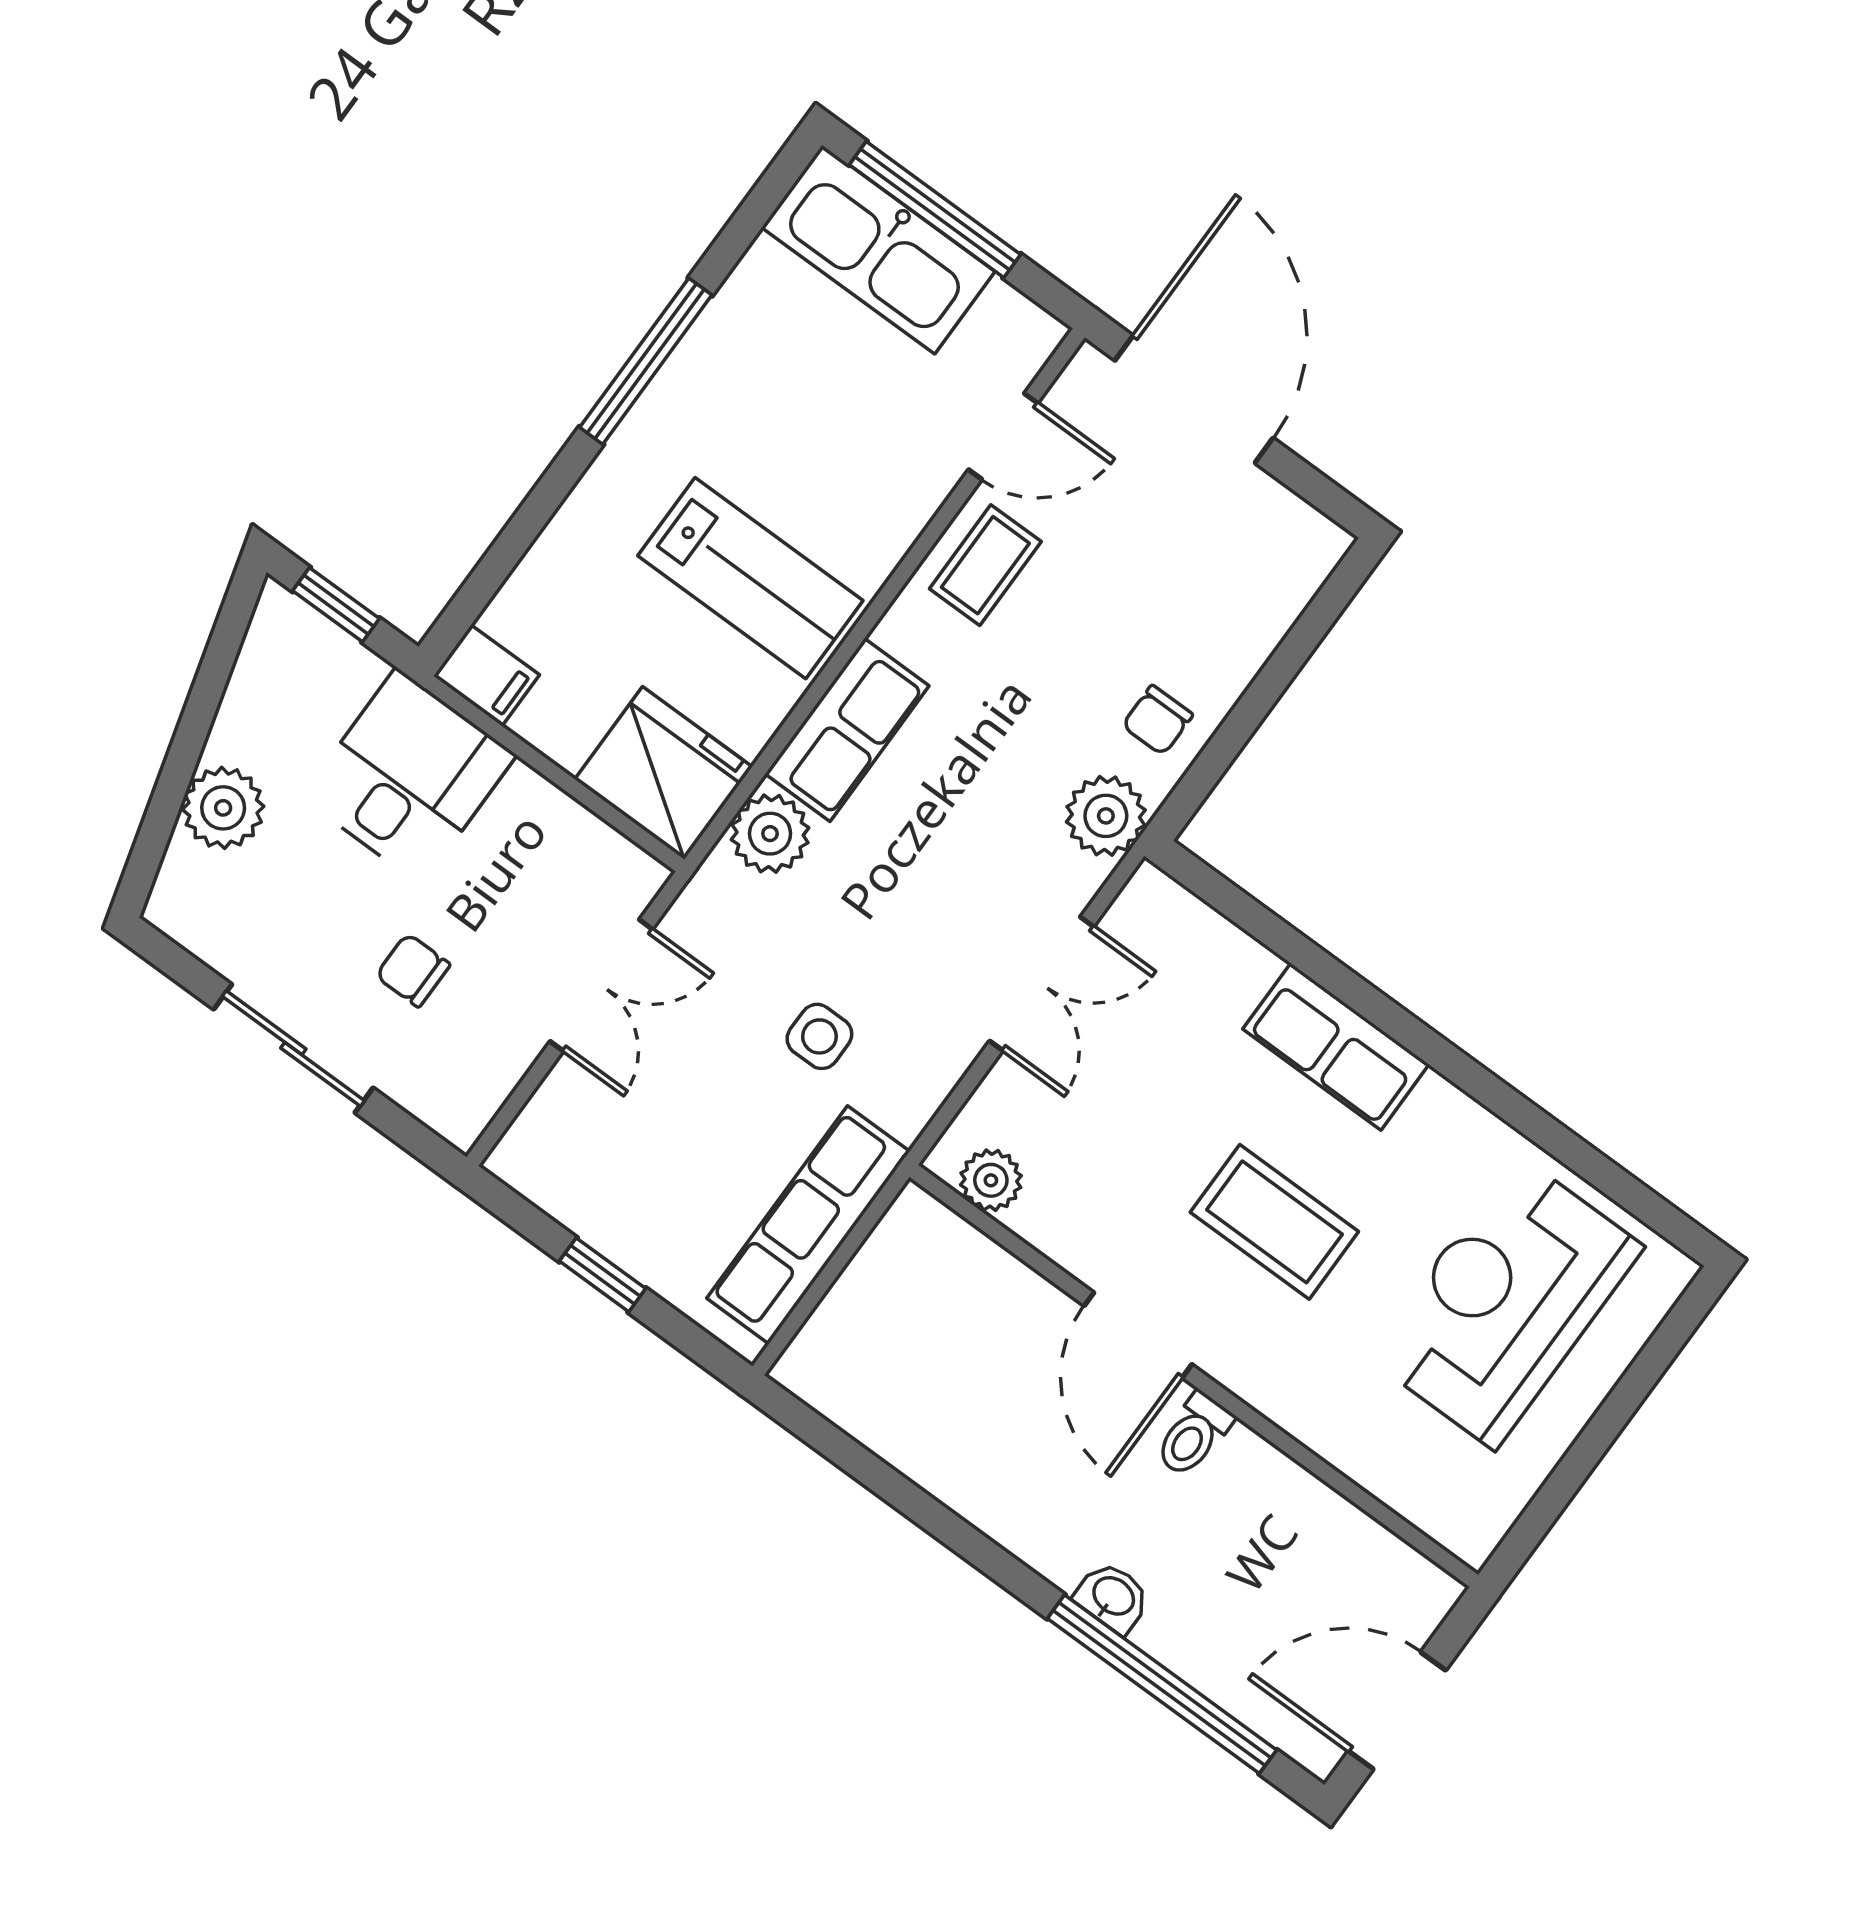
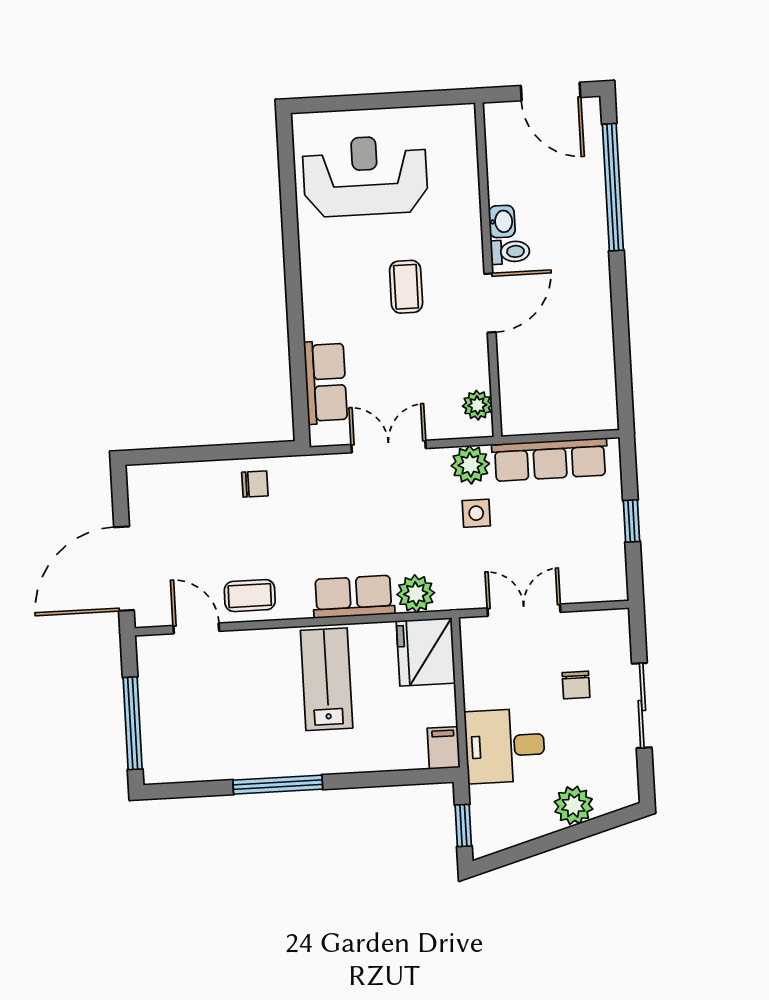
kitchen sink: (879, 250) -> (165, 732), removed
plant: (1106, 816) -> (470, 465), moved
row of seats: (1336, 1047) -> (326, 382), moved
coffee table: (1274, 1222) -> (406, 287), width x0.73, depth x0.77
reception desk: (1506, 1302) -> (365, 176), turned 180
washbasin: (1113, 1597) -> (502, 221), moved, turned 180

